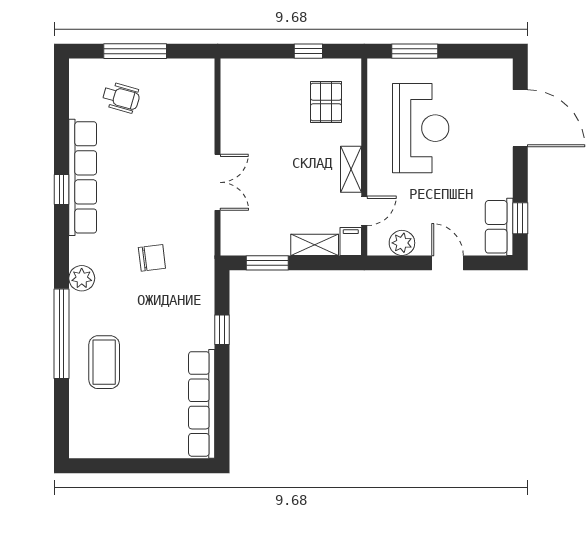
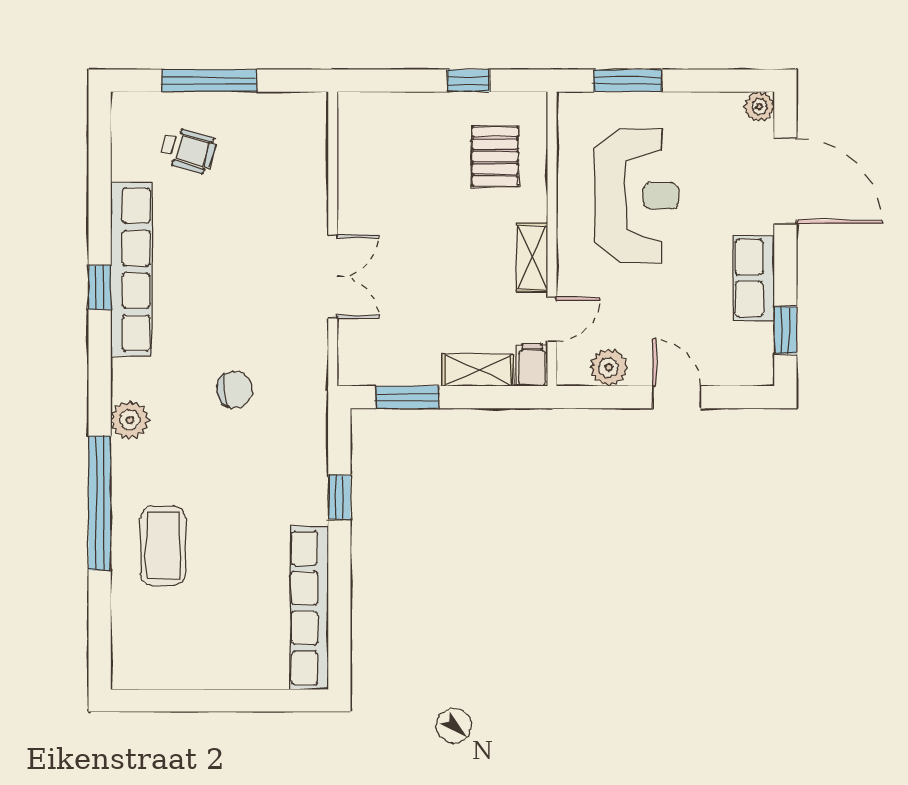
plant: (503, 69) -> (759, 107), added
row of seats: (499, 227) -> (754, 278), moved

